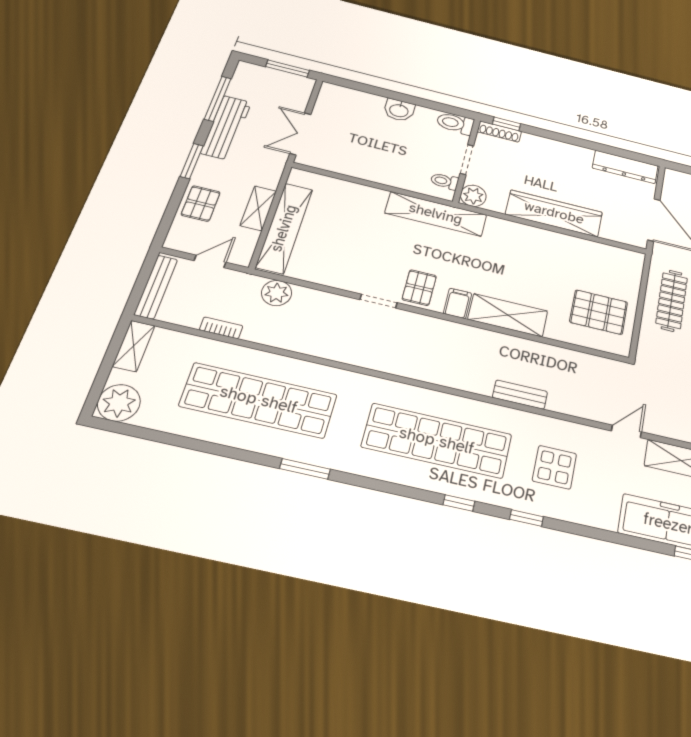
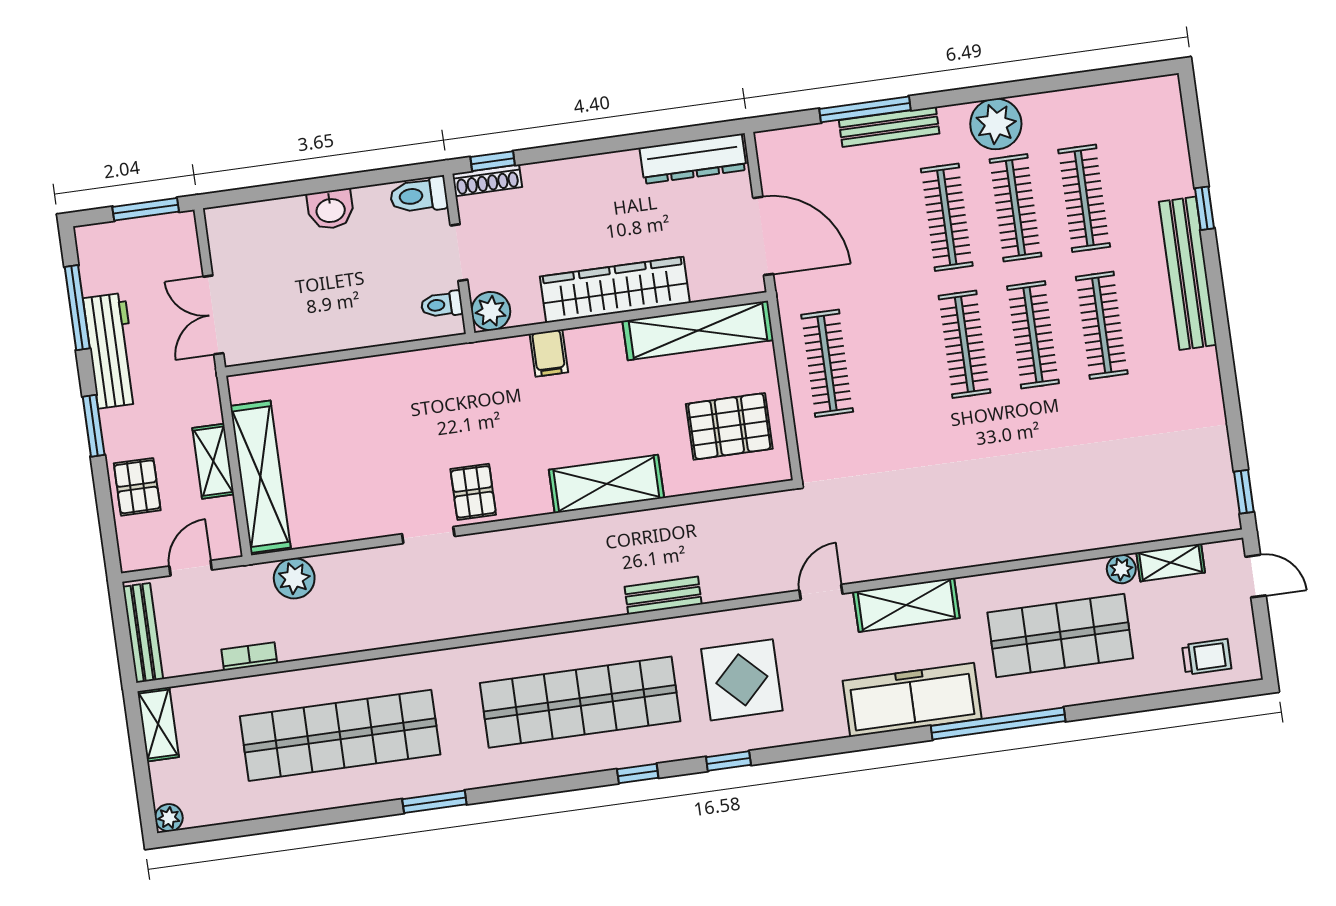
shelving: (436, 214) -> (698, 330), moved
filing cabinet: (458, 303) -> (549, 353), moved, turned 180
plant: (119, 403) -> (169, 818), width x0.53, depth x0.53
display table: (554, 467) -> (742, 680), width x1.36, depth x1.36

